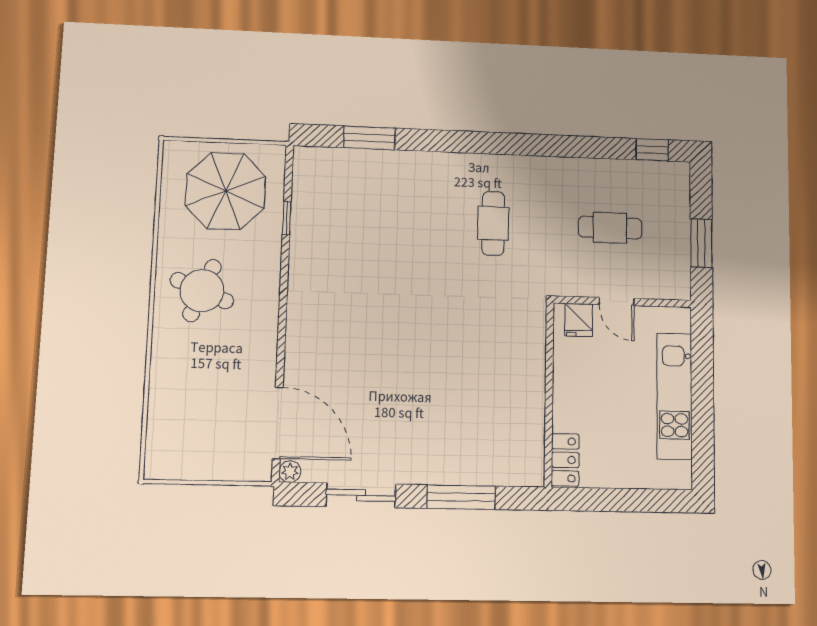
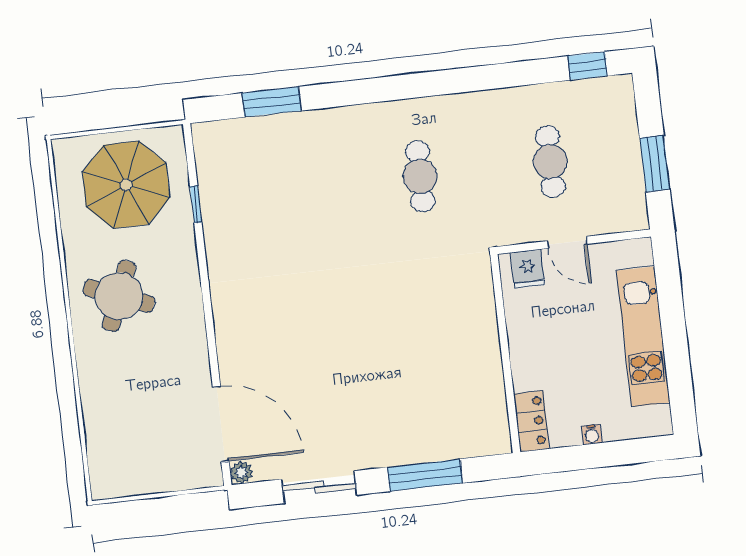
cafe table: (610, 228) -> (550, 161), turned 90
water cooler: (618, 480) -> (592, 434), added

